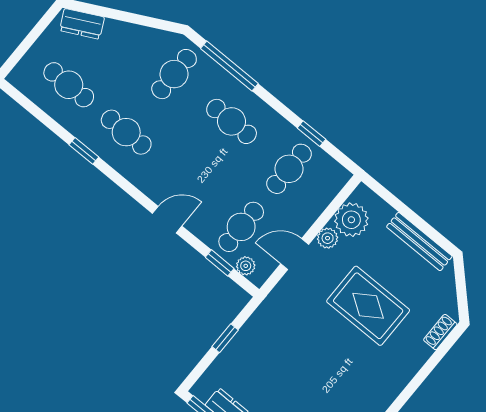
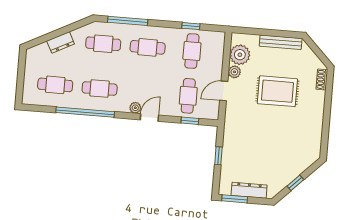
dresser: (82, 24) -> (61, 42), moved
cafe table: (174, 74) -> (103, 44), turned 90
window: (84, 151) -> (85, 112), width x3.17
plant: (246, 266) -> (135, 108), moved

